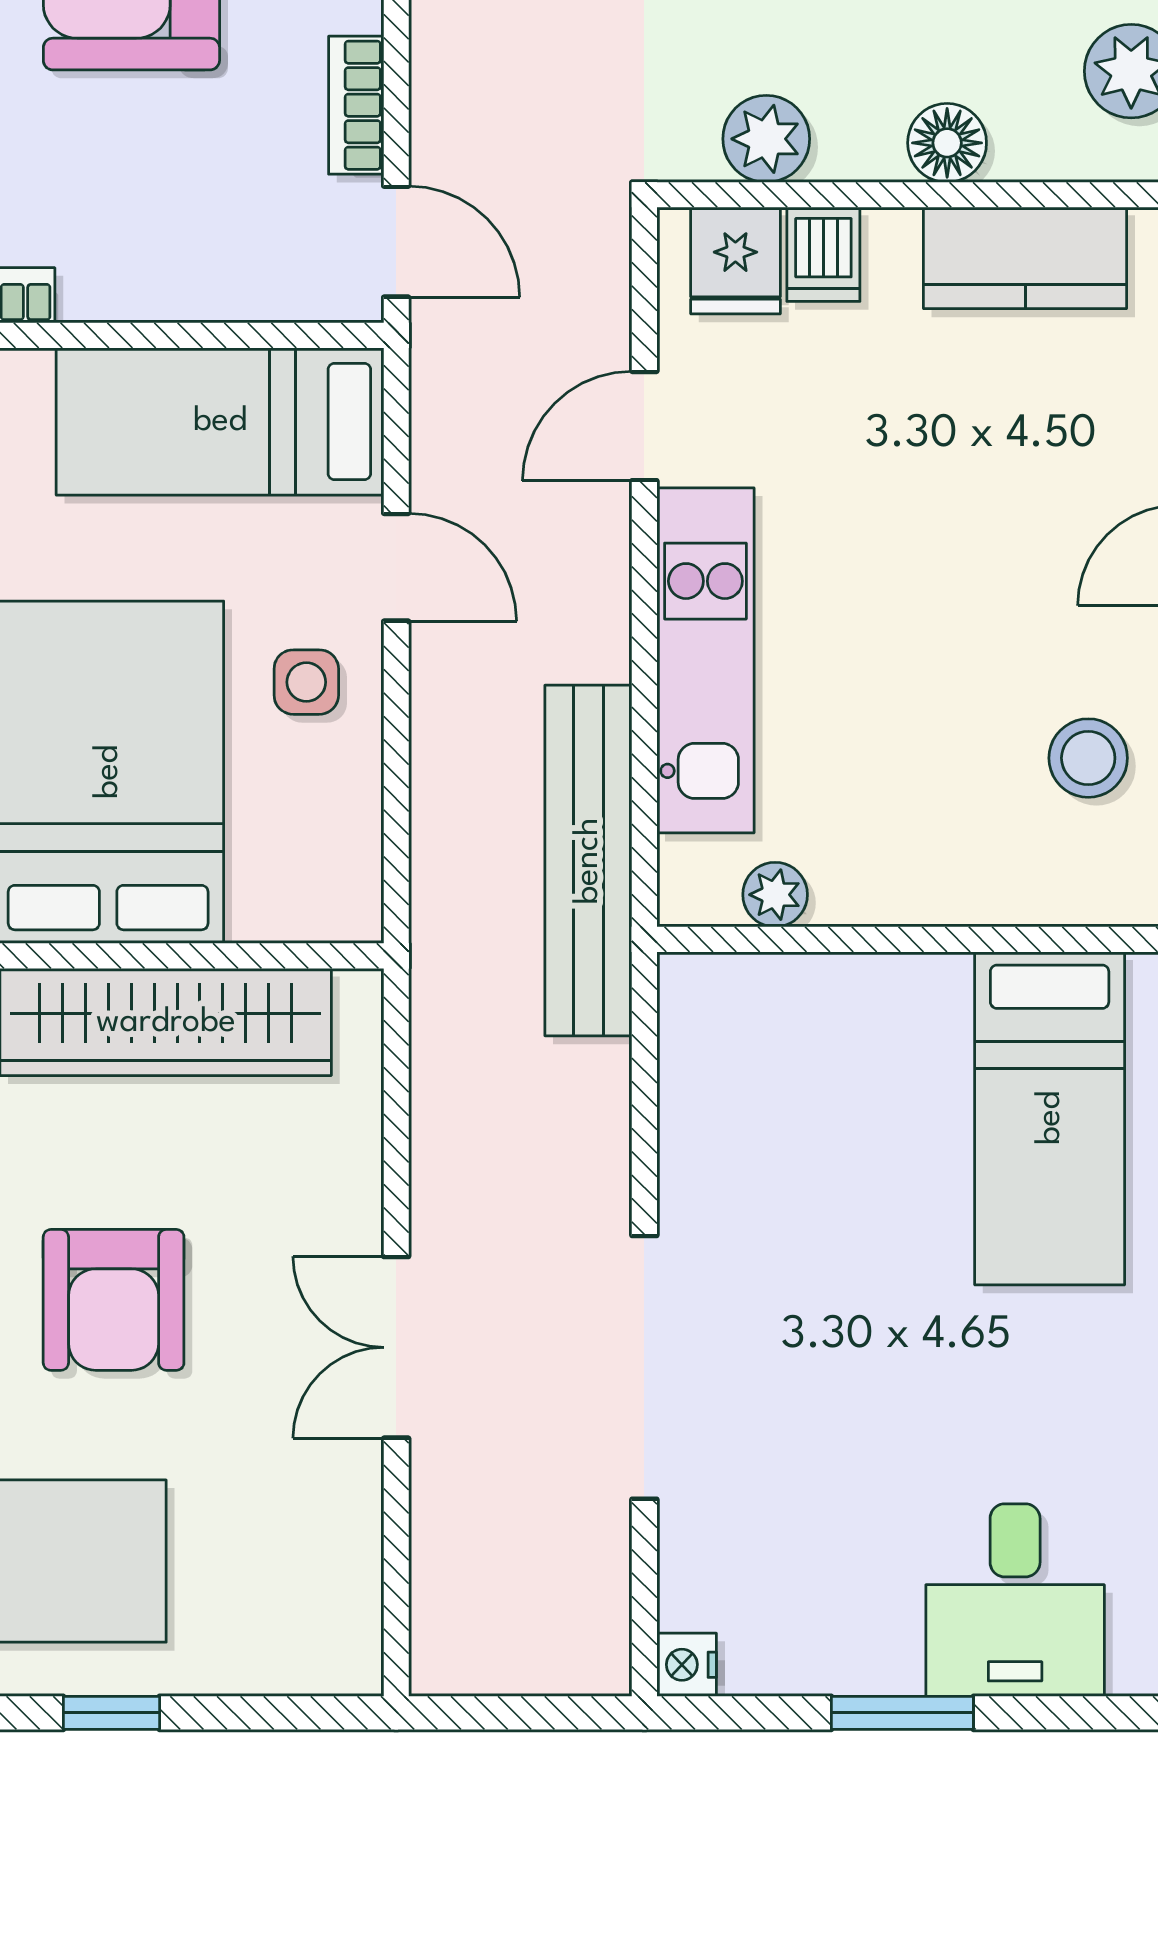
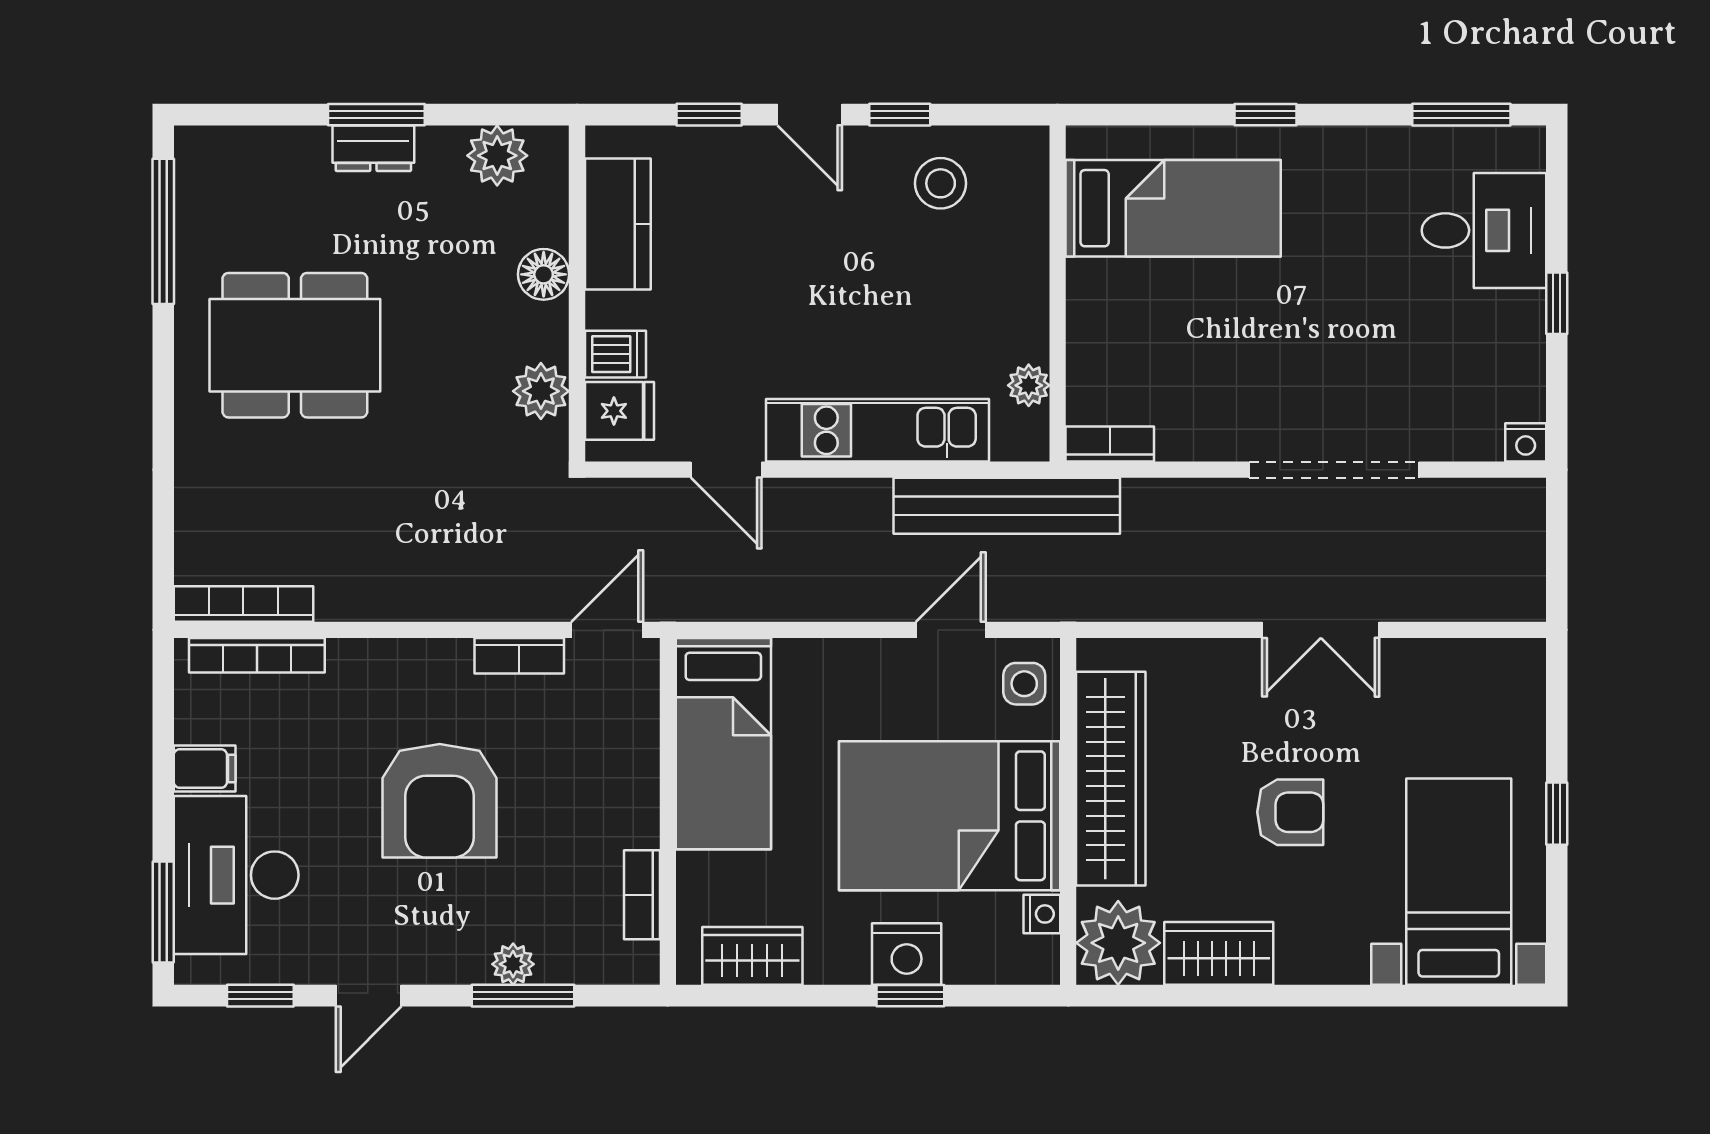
door: (396, 567) -> (951, 630), moved
side table: (306, 682) -> (1024, 684), moved
bookcase: (684, 1020) -> (1110, 444), added
armchair: (114, 1300) -> (1290, 812), width x0.72, depth x0.72
window: (902, 1713) -> (1557, 303), width x0.67

